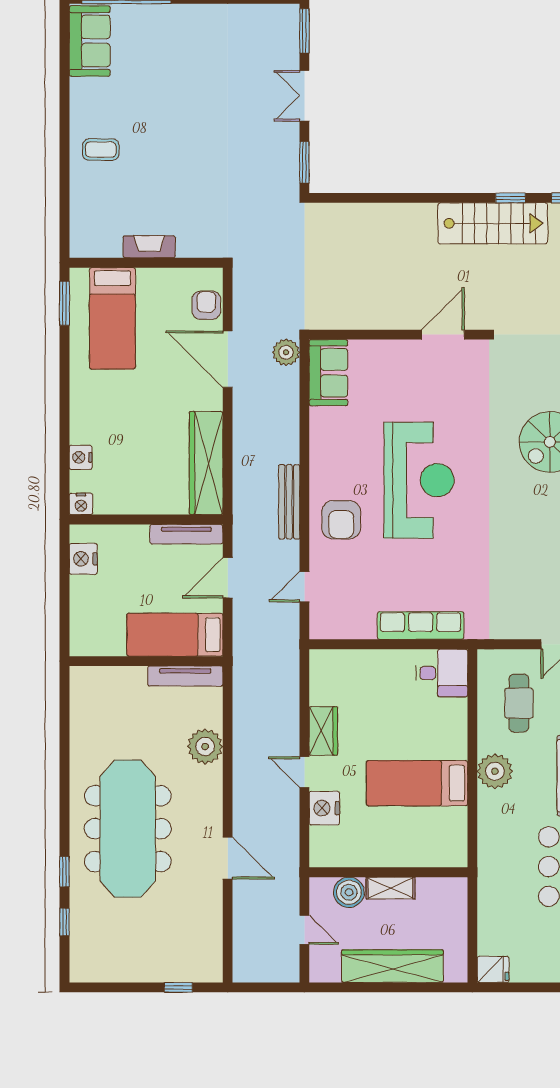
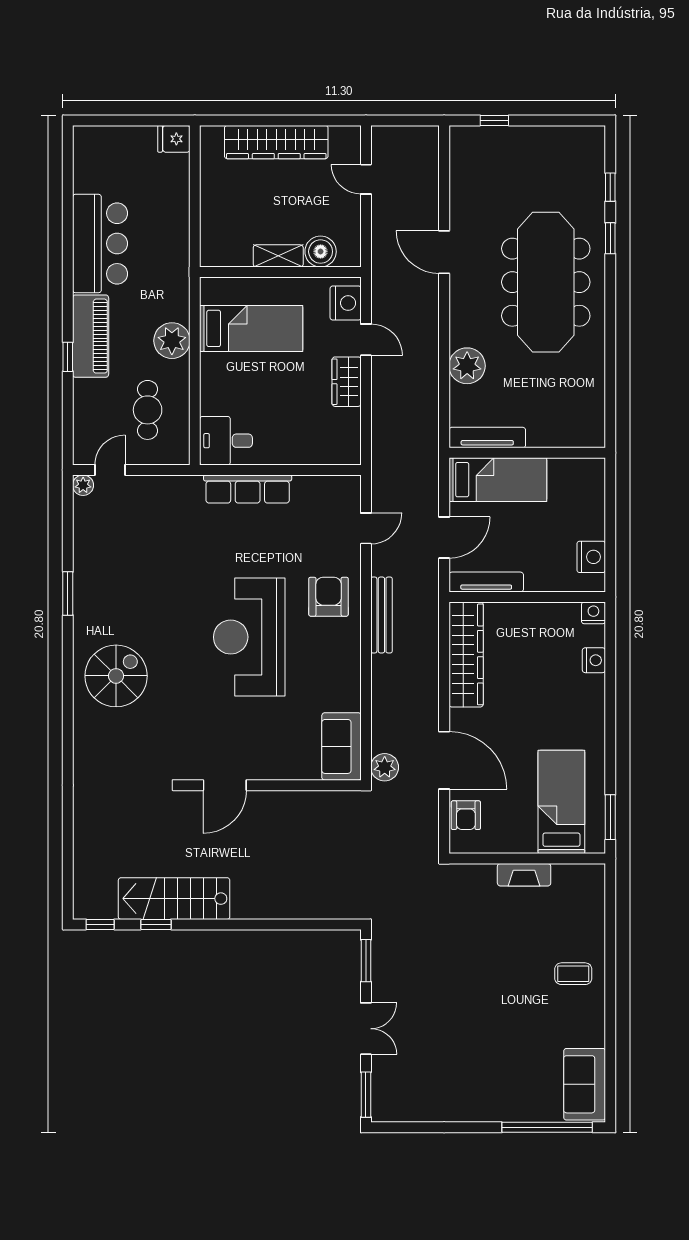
wall: (388, 872) -> (280, 272), moved
shelving: (391, 888) -> (278, 256), moved
boiler: (349, 892) -> (321, 252), moved

